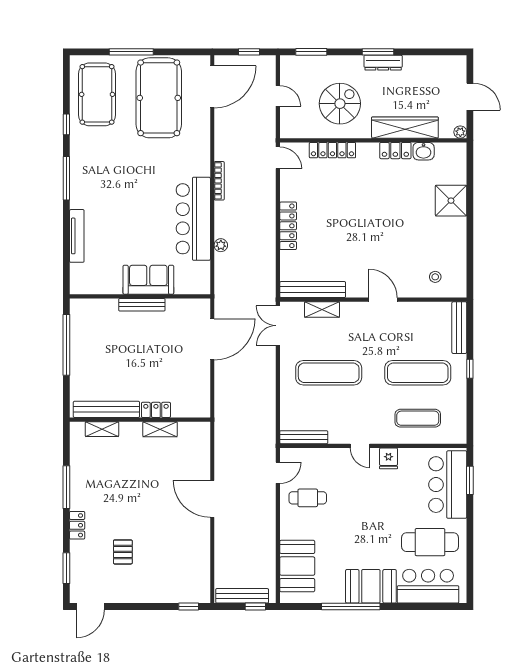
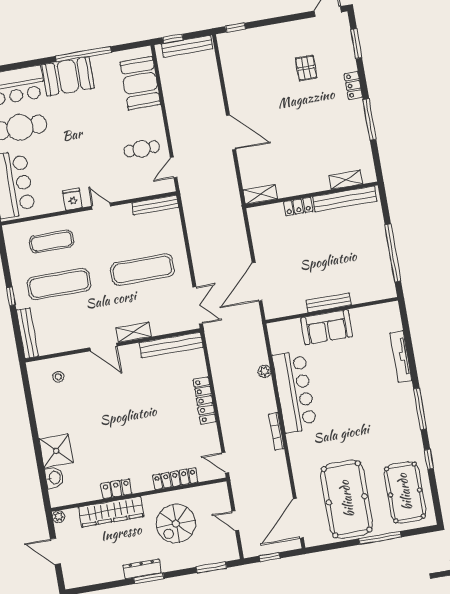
washbasin: (424, 151) -> (54, 478), moved, turned 90
shelving: (322, 309) -> (134, 332), moved
shelving: (160, 429) -> (260, 194), moved

